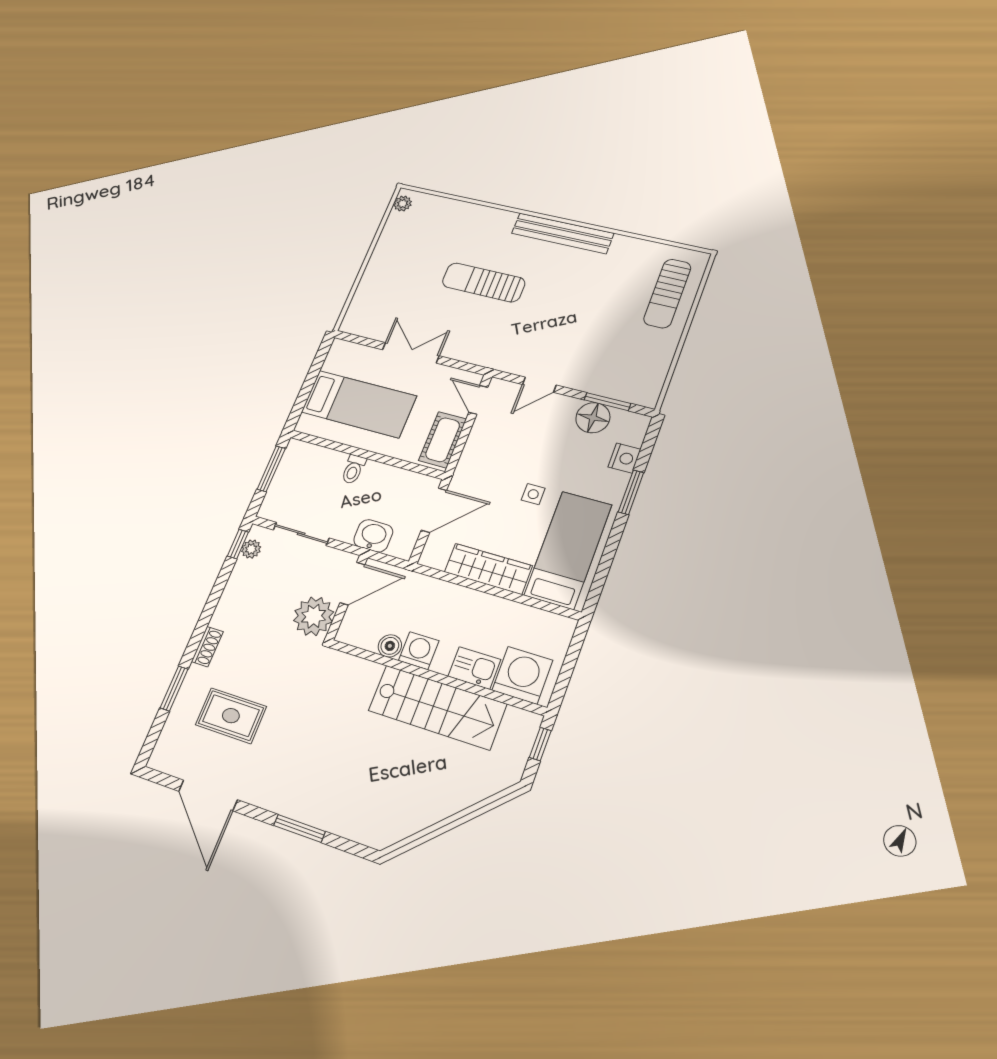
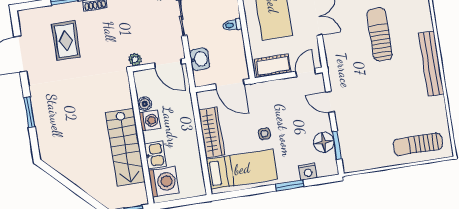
plant: (314, 616) -> (135, 59), width x0.53, depth x0.53

